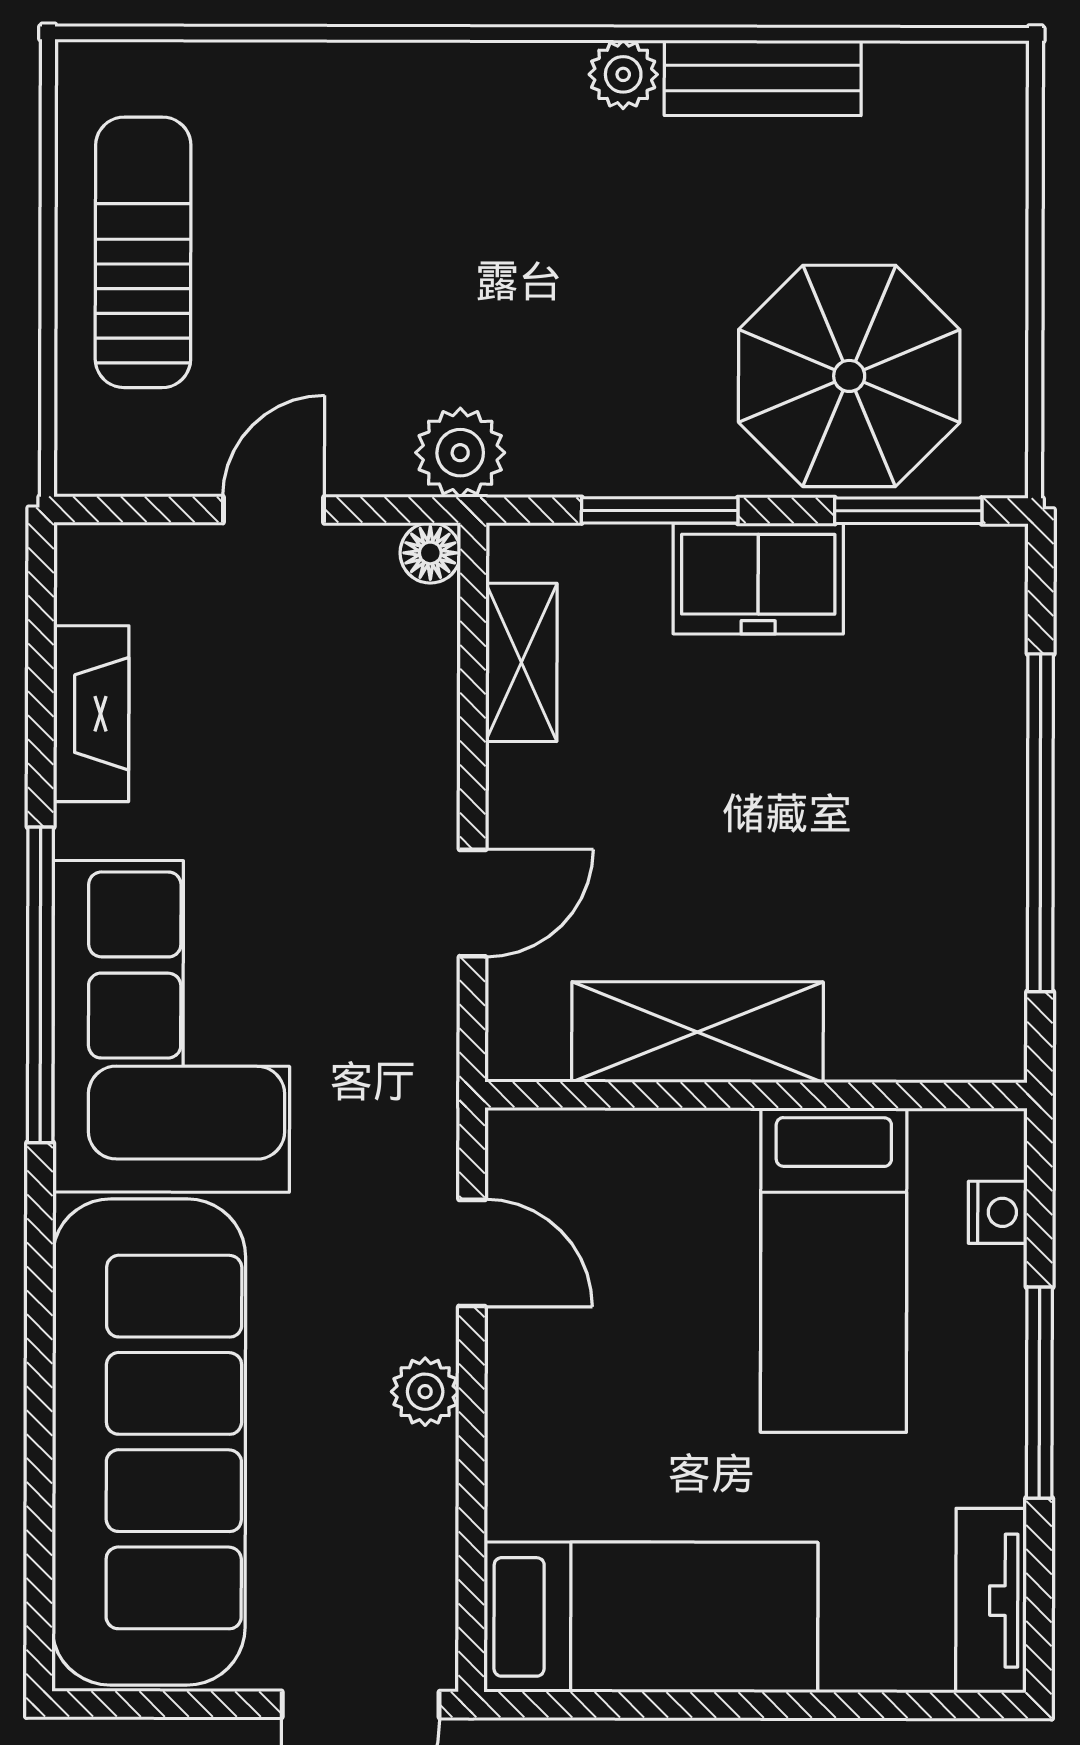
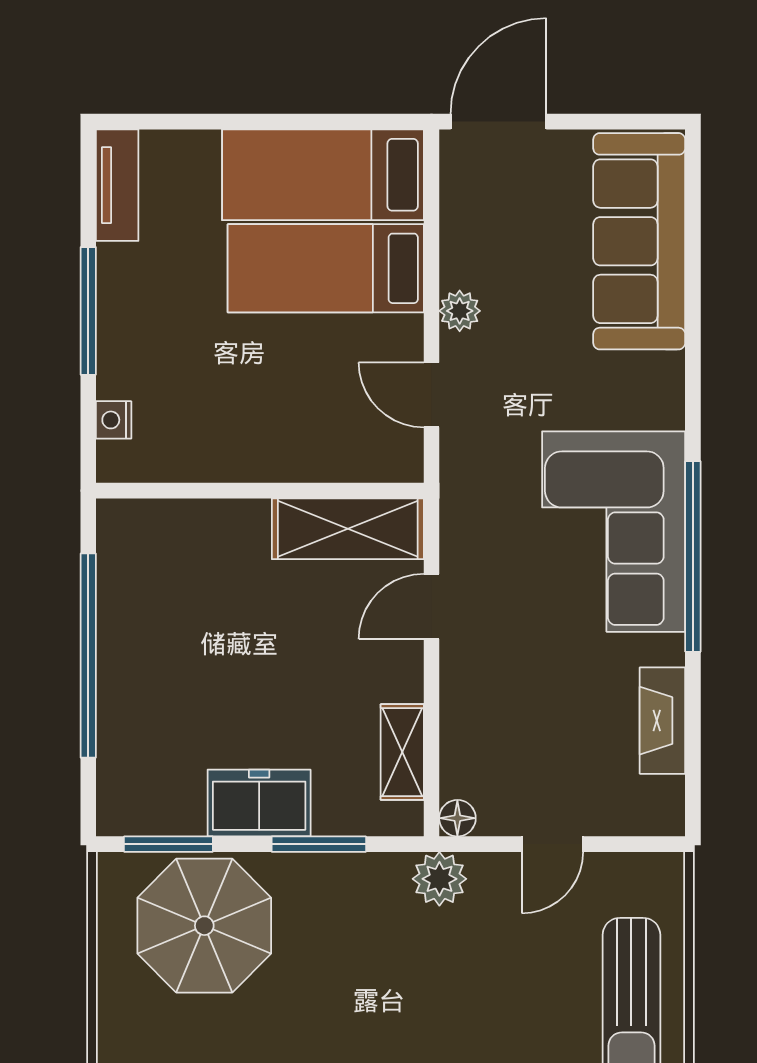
shelving: (698, 1032) -> (348, 529), moved
bed: (834, 1270) -> (326, 268), moved, turned -90
sofa: (149, 1442) -> (639, 241), width x0.74, depth x0.79

